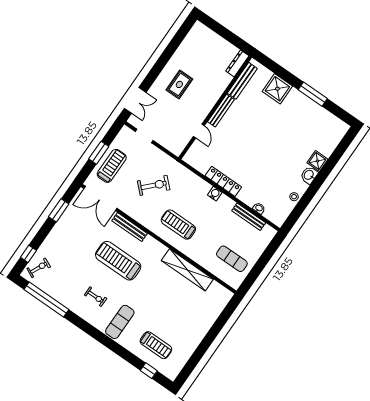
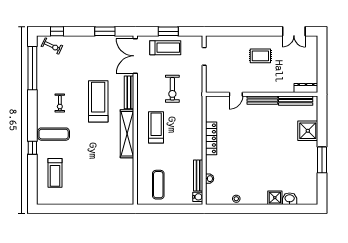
double door: (135, 100) -> (294, 31), moved
washbasin: (309, 175) -> (290, 199), moved
exercise bike: (154, 185) -> (172, 89), turned 46
water cooler: (215, 194) -> (198, 197), moved
shelving: (187, 270) -> (127, 134), moved
window: (149, 371) -> (32, 148), moved

